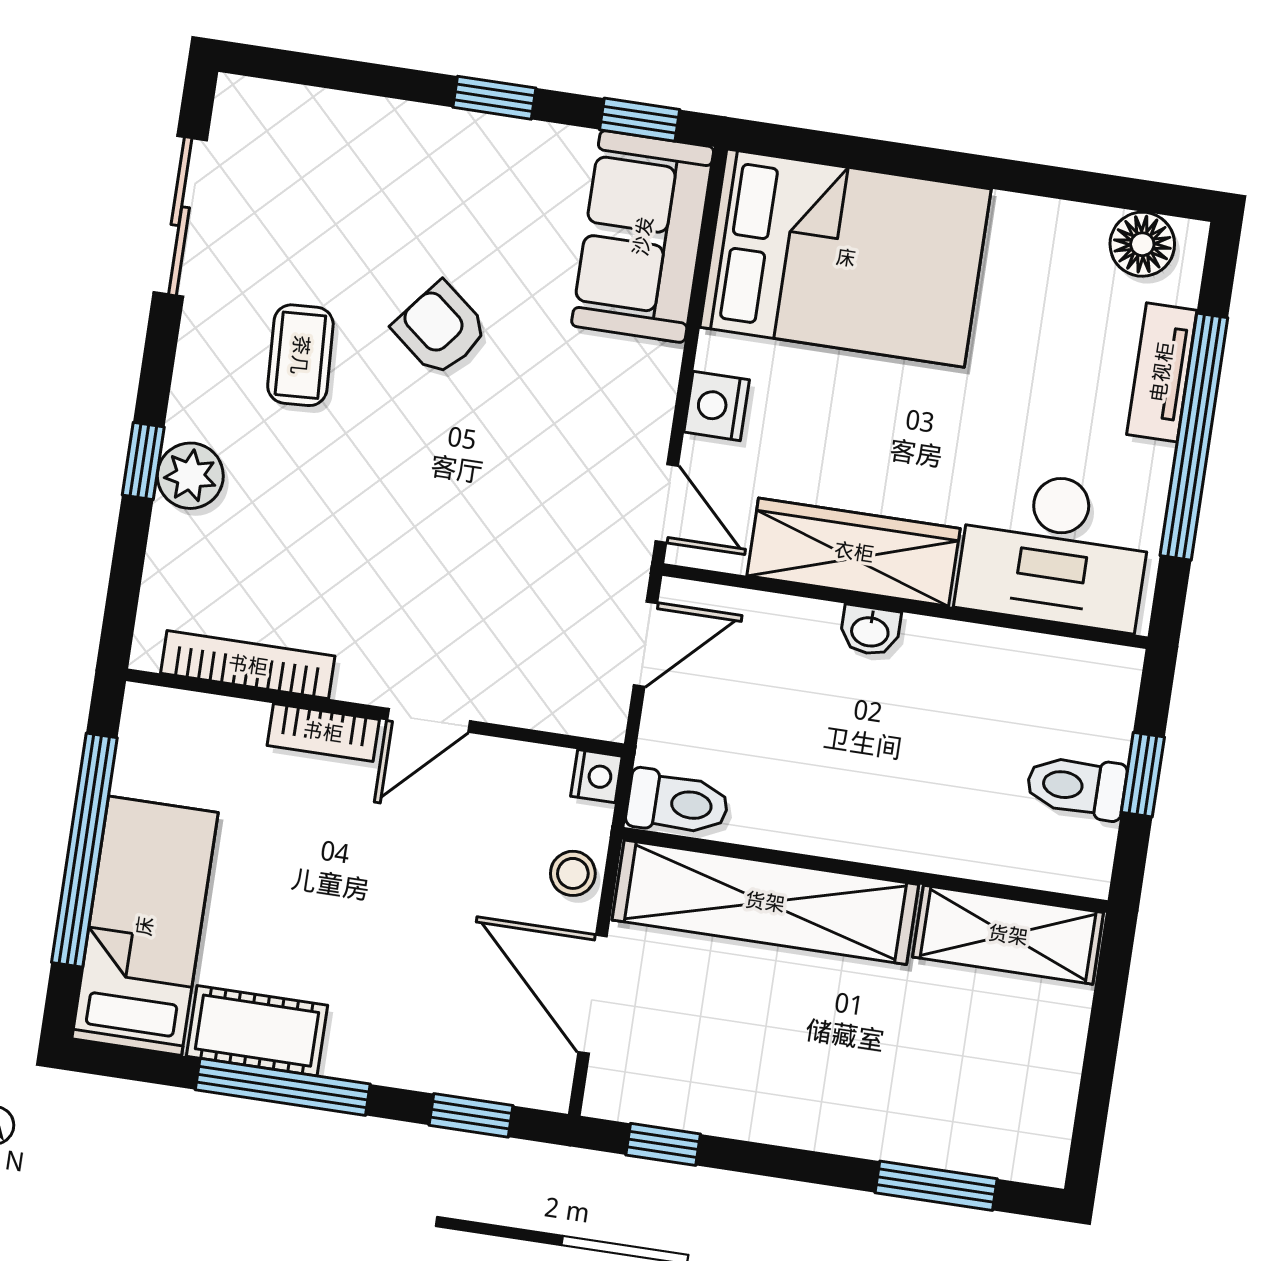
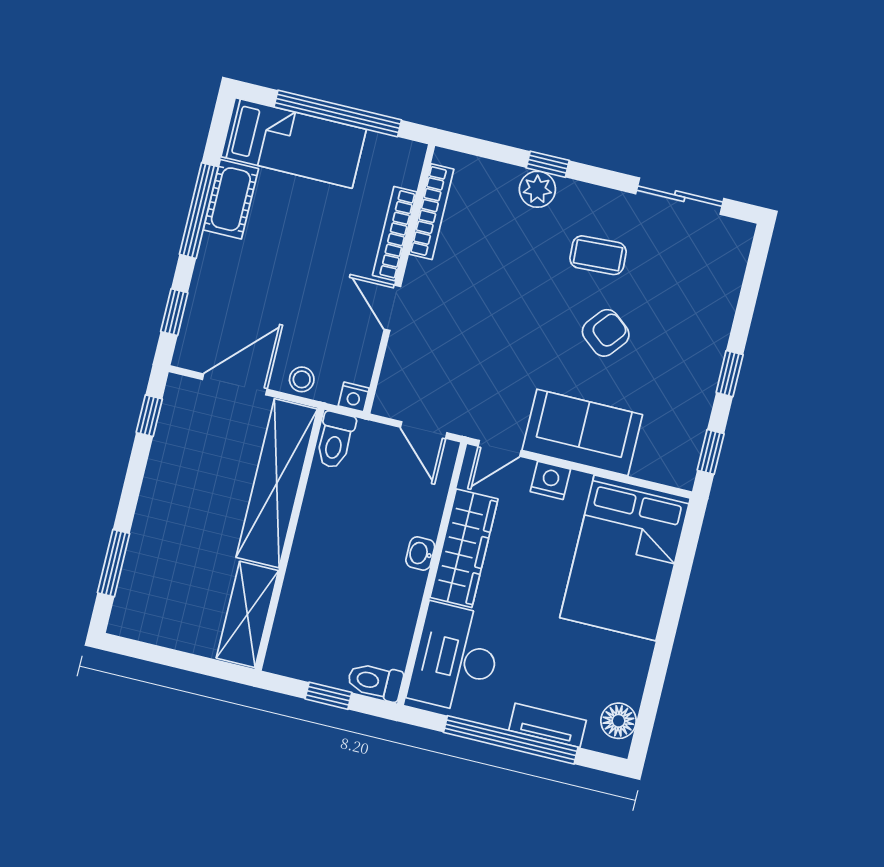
sofa: (643, 236) -> (582, 432), moved
bookcase: (323, 732) -> (395, 234), width x1.56
toilet: (1076, 787) -> (375, 681), moved, turned -90

